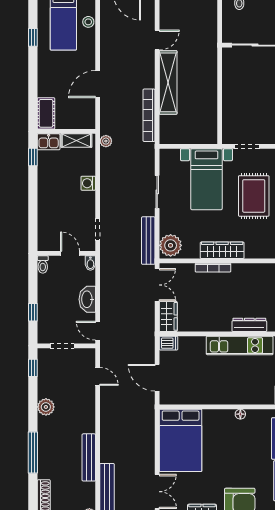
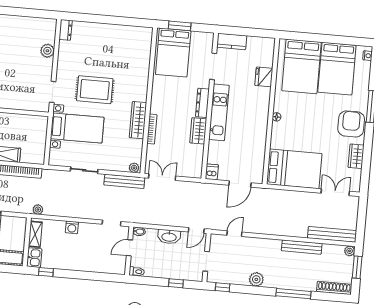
plant: (171, 245) -> (134, 168), width x0.53, depth x0.53
wardrobe: (168, 316) -> (198, 131), moved, turned -90

